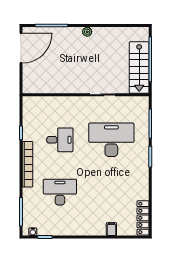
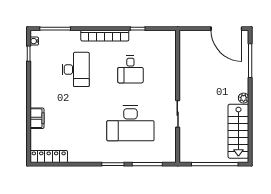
stairs: (139, 68) -> (238, 131), moved, turned -90
desk: (111, 140) -> (130, 123), turned 90
filing cabinet: (111, 229) -> (37, 118), width x2.00

